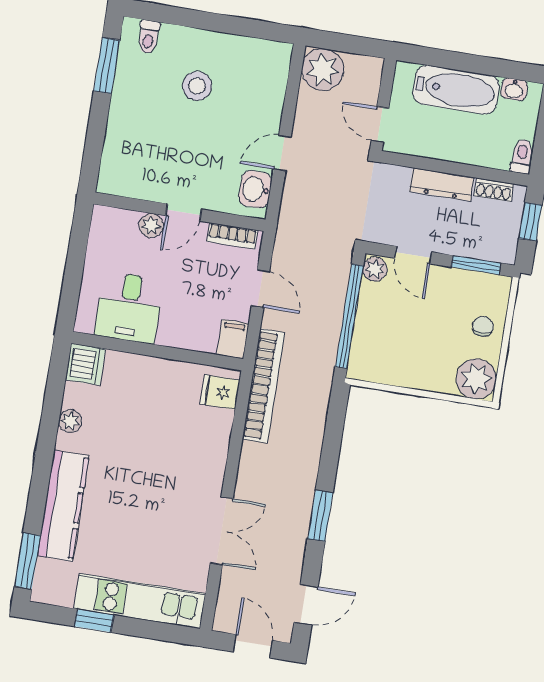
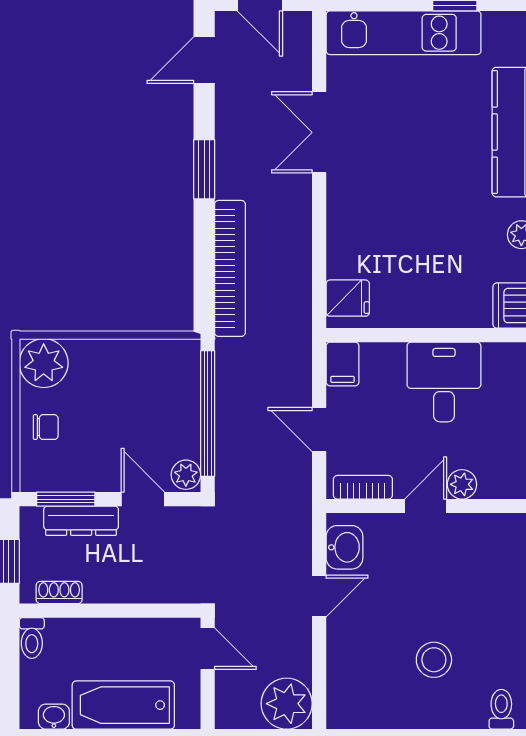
dresser: (442, 184) -> (81, 521), moved, turned 180
desk: (129, 307) -> (444, 382), moved
chair: (483, 326) -> (46, 427), turned -90
bookcase: (264, 386) -> (230, 268), moved, turned 180

